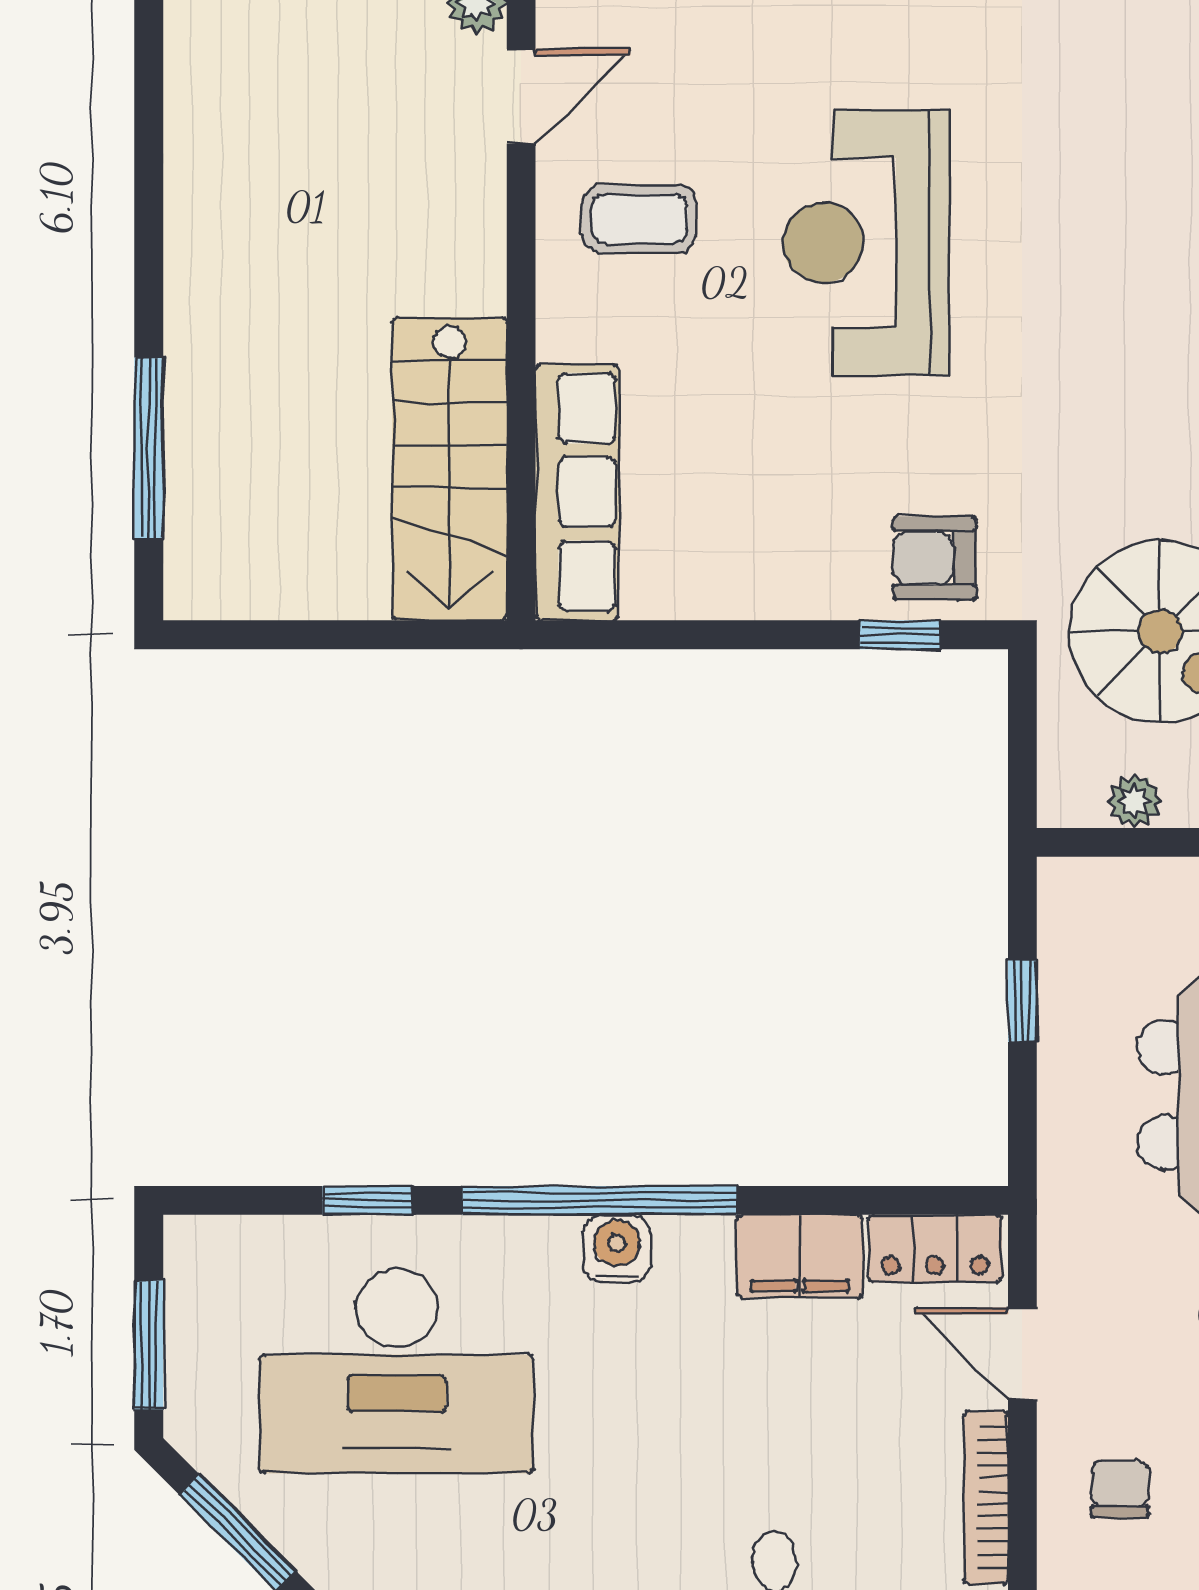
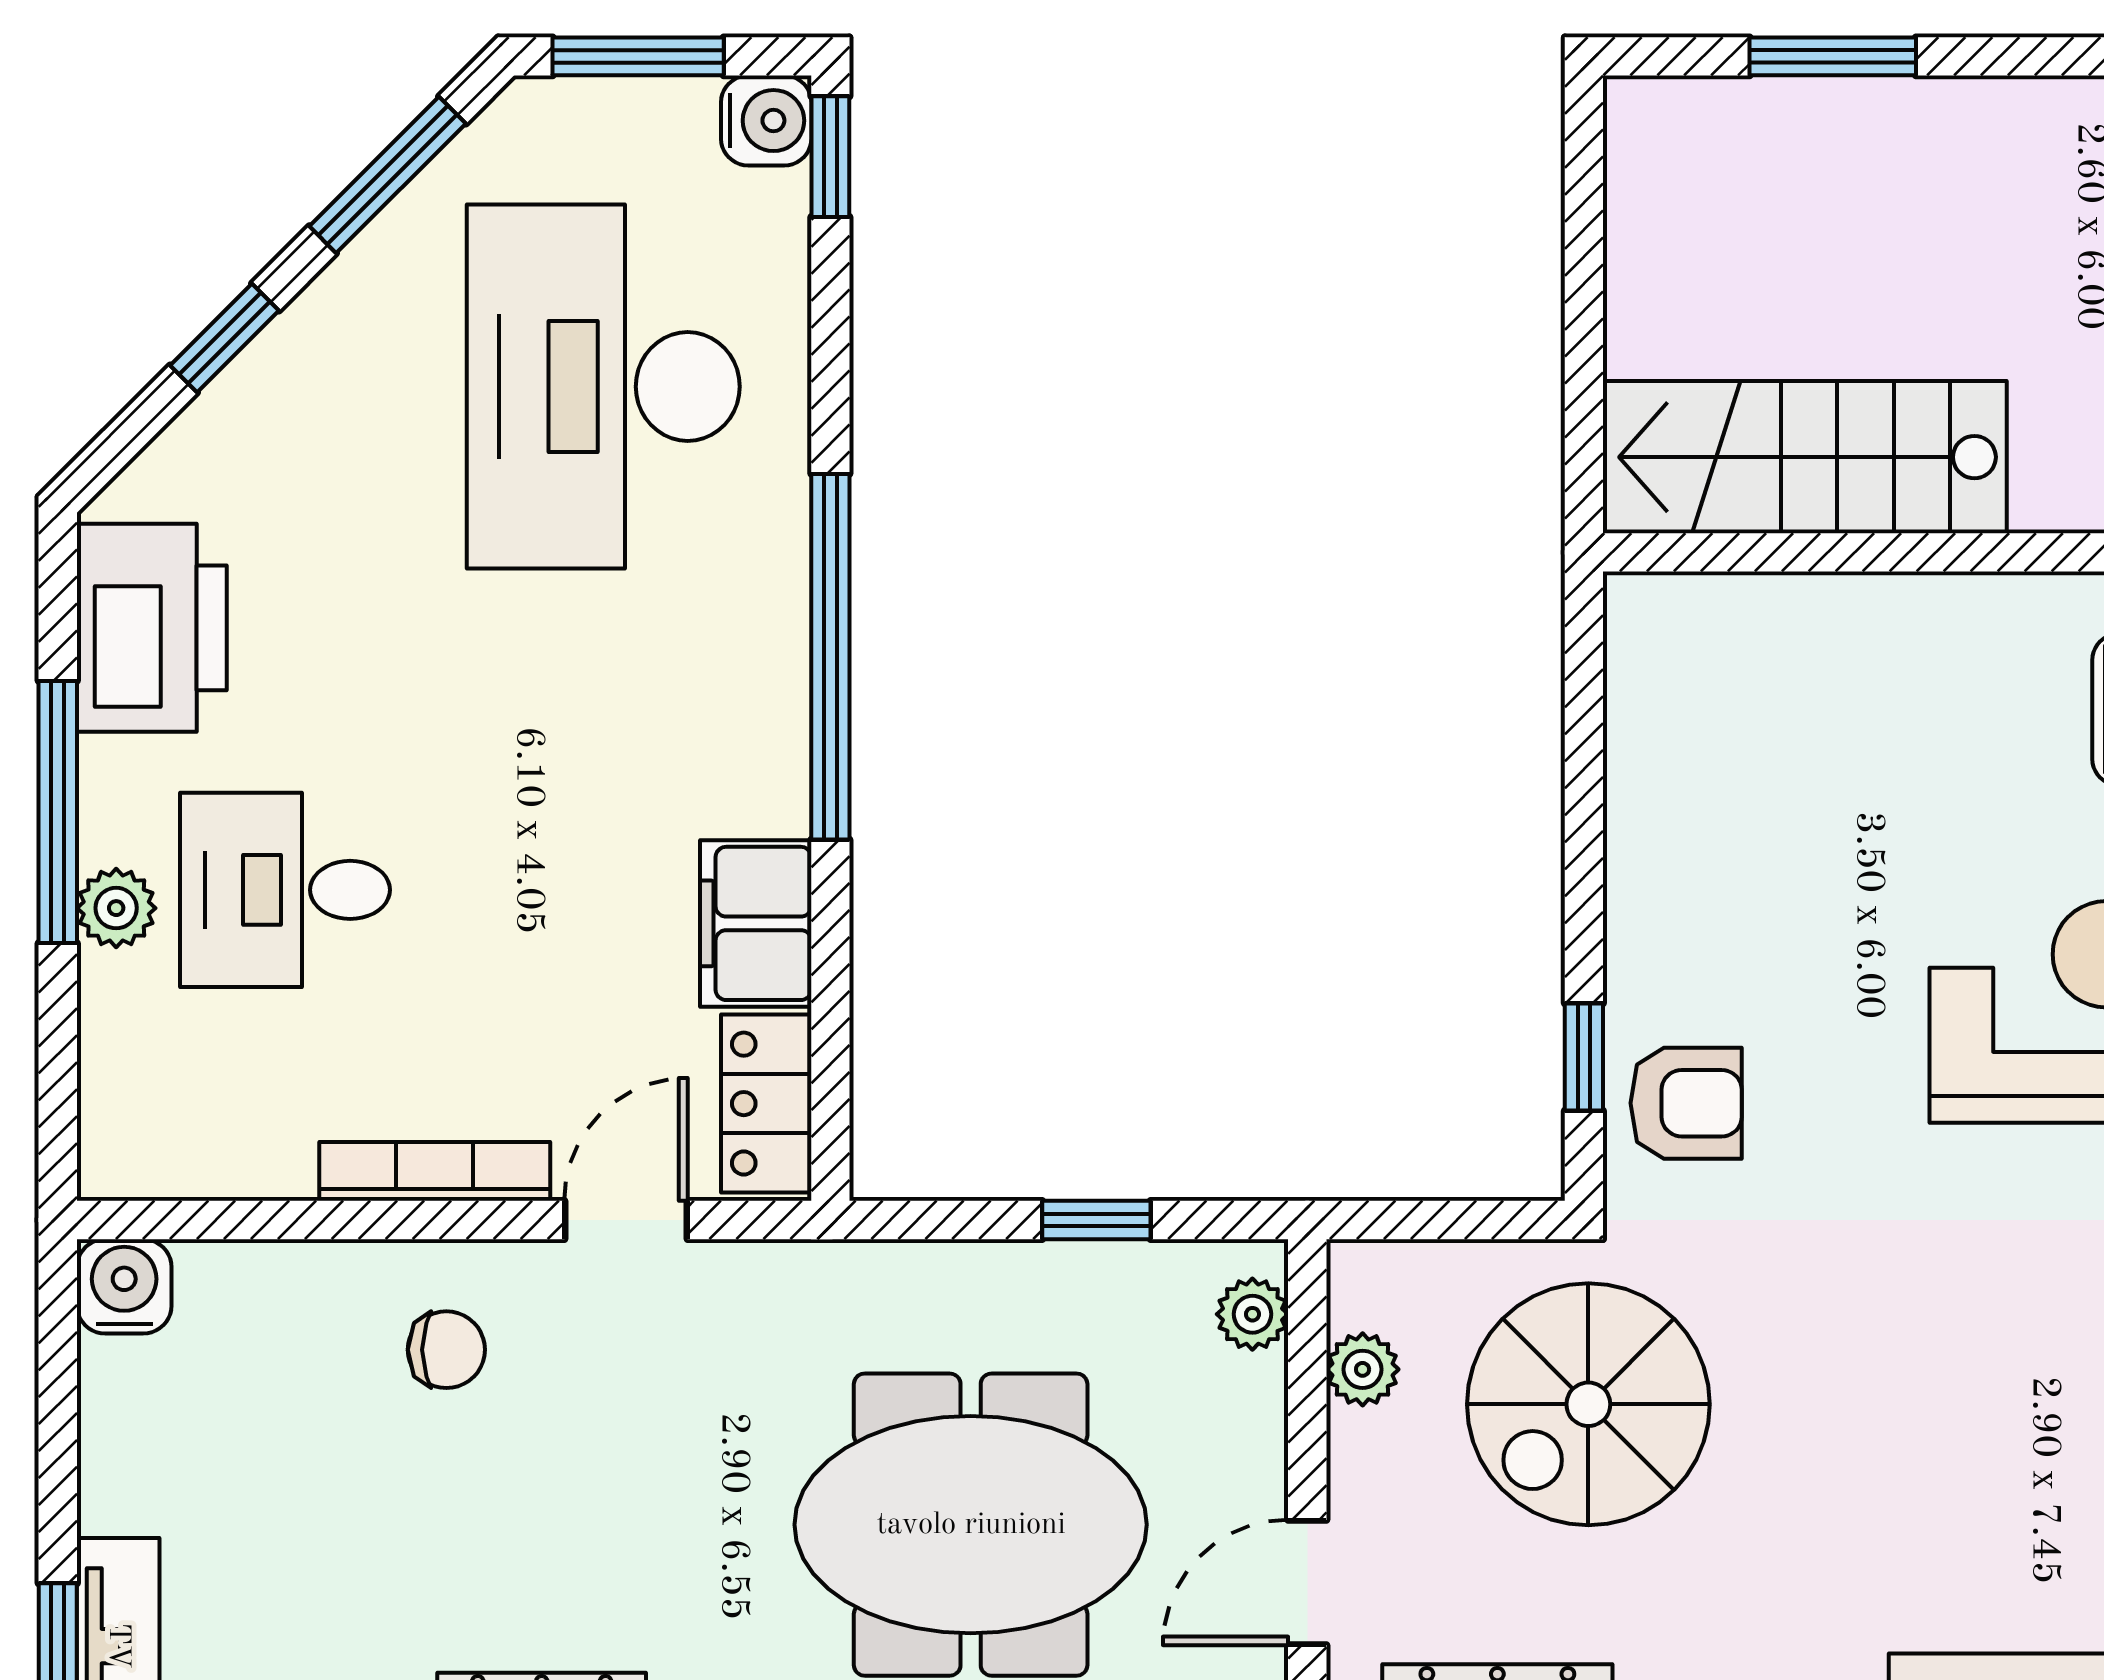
window: (149, 448) -> (1833, 56), width x0.69
row of seats: (577, 492) -> (1774, 627), removed
armchair: (935, 558) -> (1686, 1103), turned 90
plant: (1093, 884) -> (1252, 1314), added
window: (368, 1200) -> (830, 157), moved
water cooler: (617, 1249) -> (766, 121), moved

